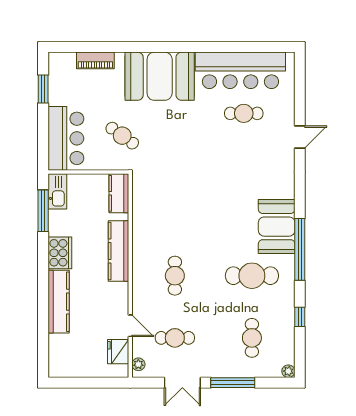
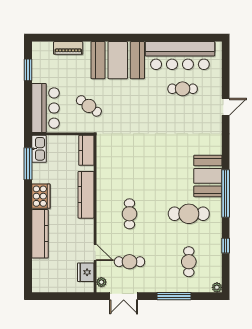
double door: (182, 383) -> (124, 296), moved

